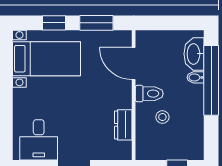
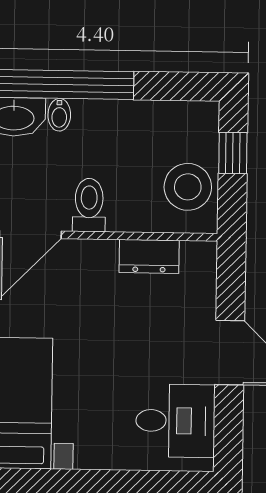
stool: (162, 117) -> (188, 187), moved, width x1.89, depth x1.89

